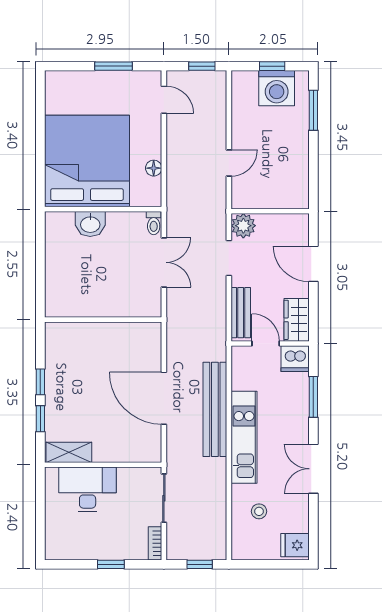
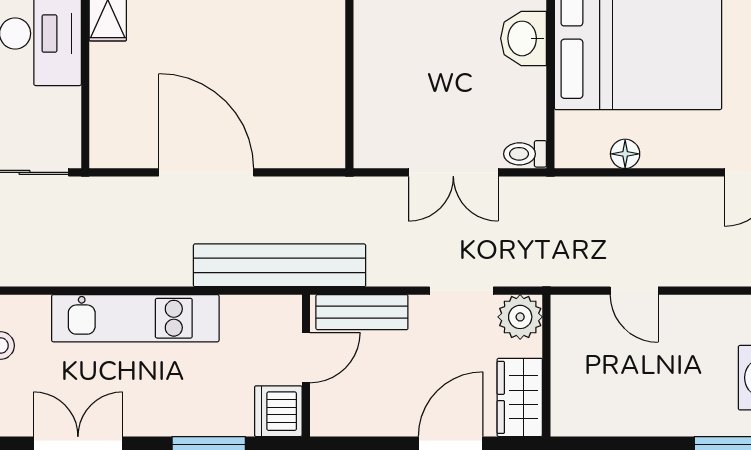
wardrobe: (297, 320) -> (520, 397), moved, turned -90
door: (164, 398) -> (206, 172), hinge flipped
bench: (215, 409) -> (280, 265), moved

